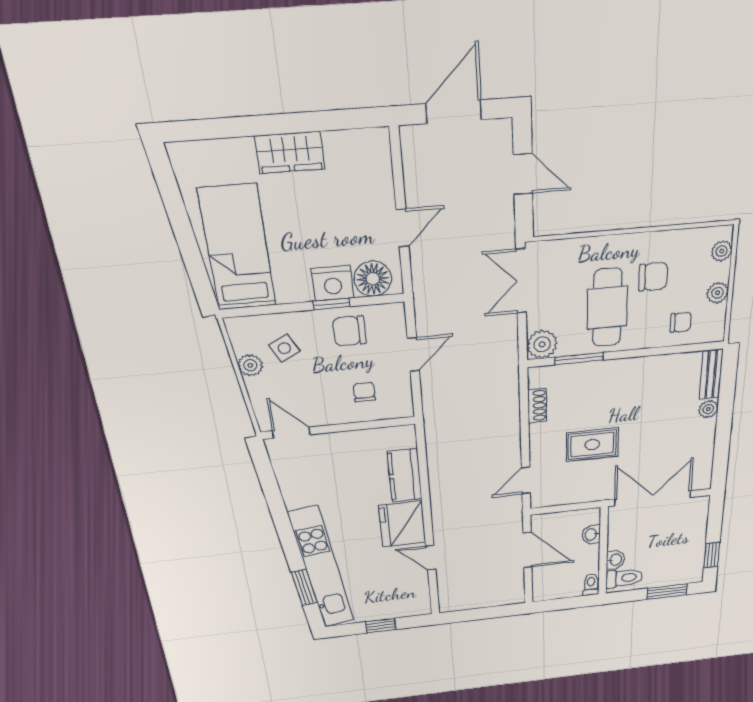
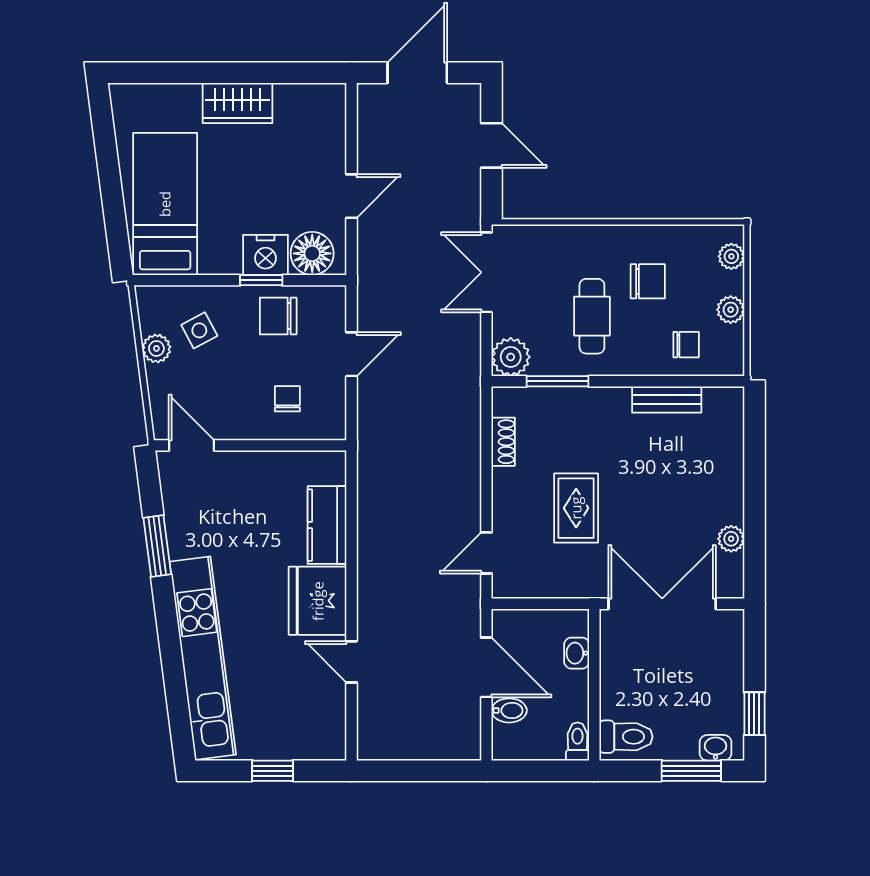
cafe table: (607, 308) -> (592, 316), width x0.73, depth x0.74
bench: (711, 375) -> (667, 400), moved, turned 90
plant: (708, 409) -> (731, 539), moved
rug: (592, 445) -> (576, 508), turned 90
washbasin: (615, 560) -> (716, 748), moved, turned -90
bidet: (544, 573) -> (509, 710), added
window: (304, 587) -> (157, 546), moved

